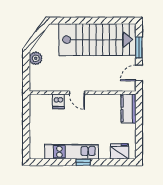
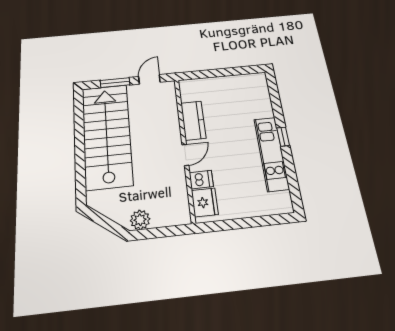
door: (139, 73) -> (149, 79), swing flipped
kitchen counter: (129, 108) -> (193, 120), moved, turned -90
fridge: (120, 151) -> (205, 202), moved, turned 180

